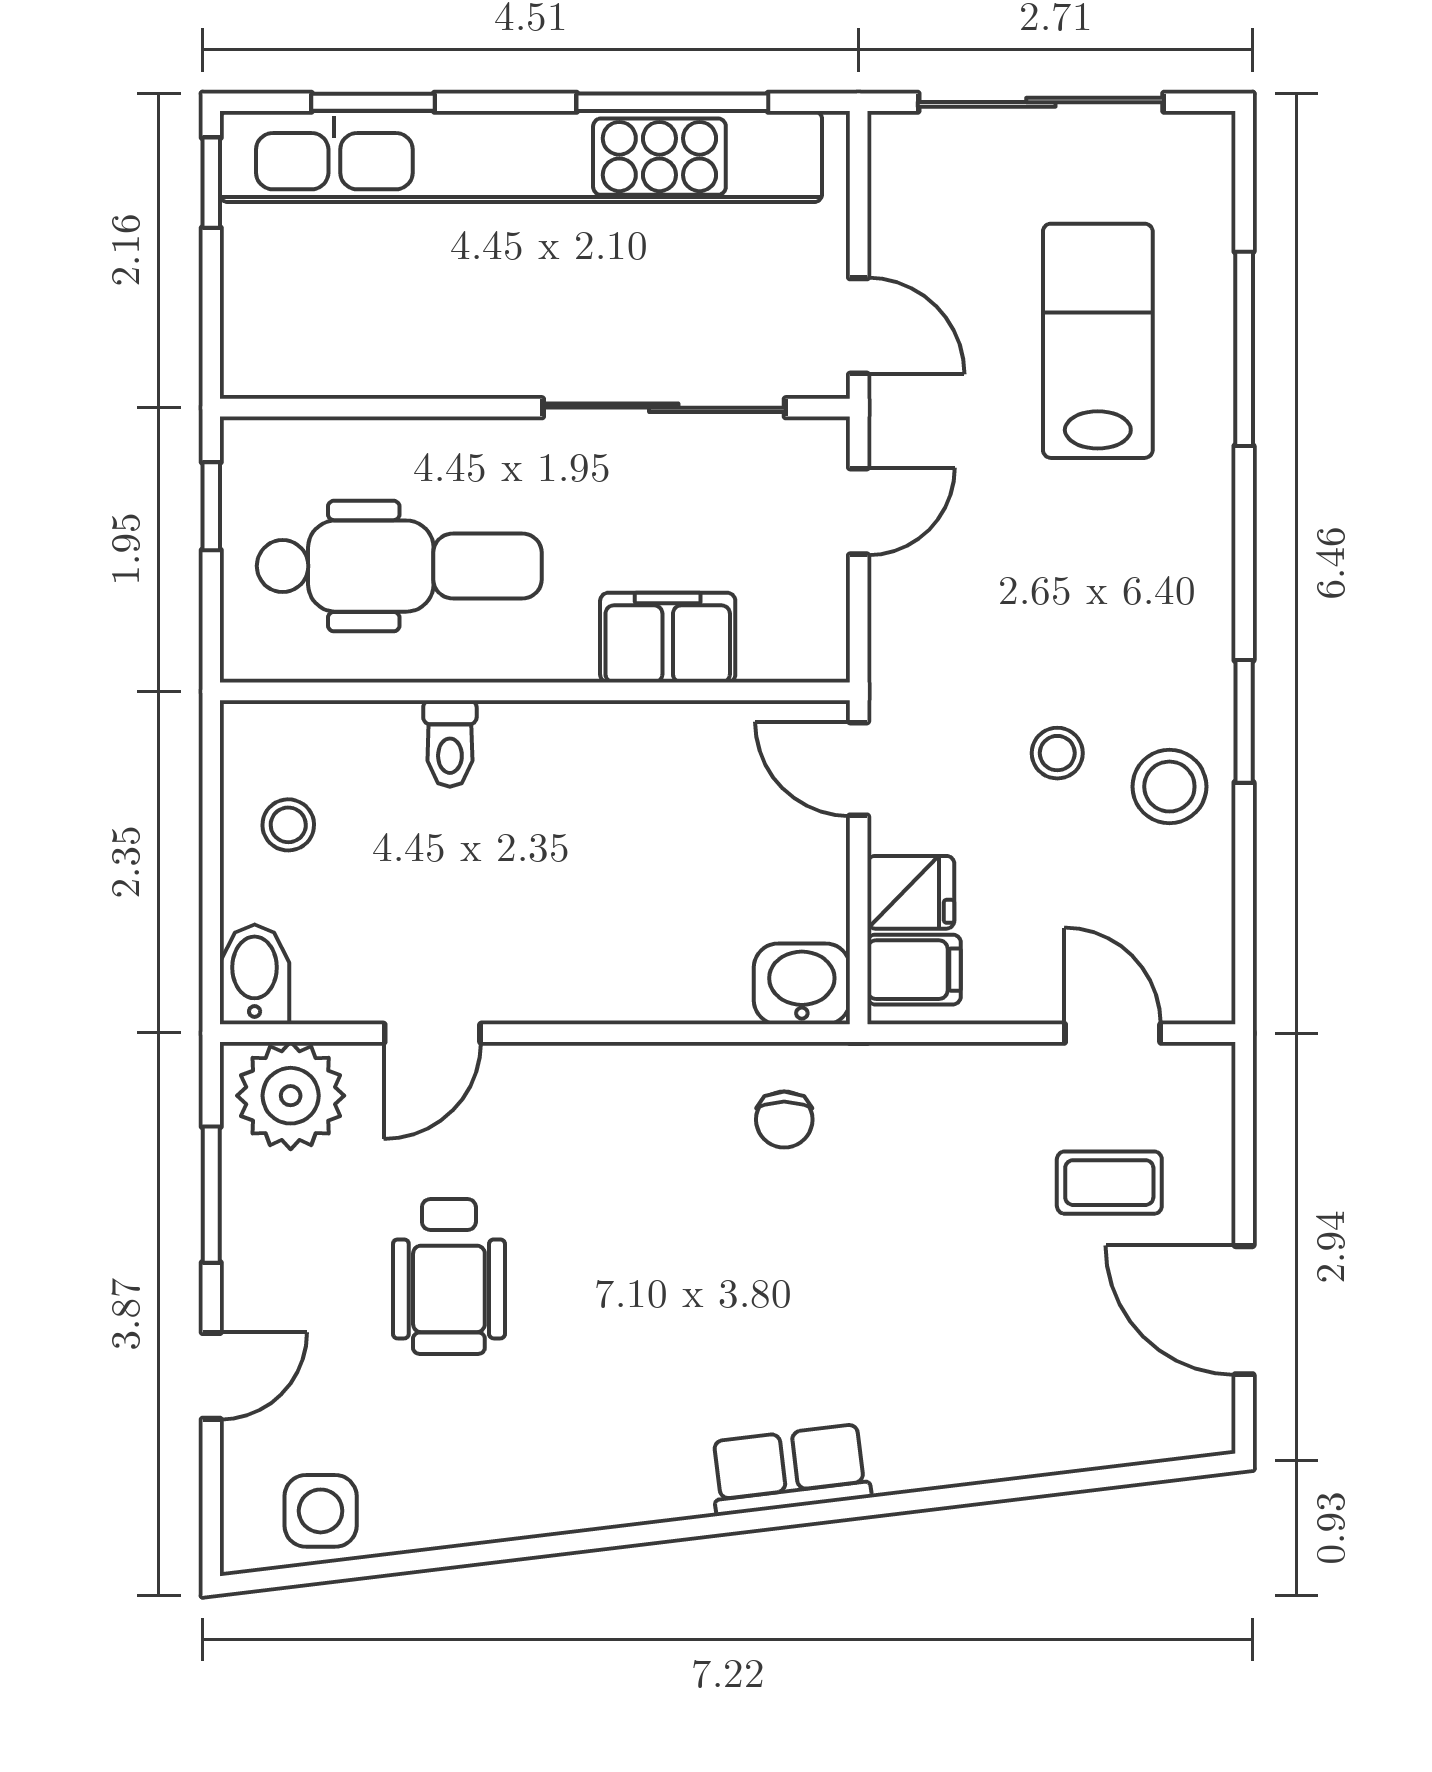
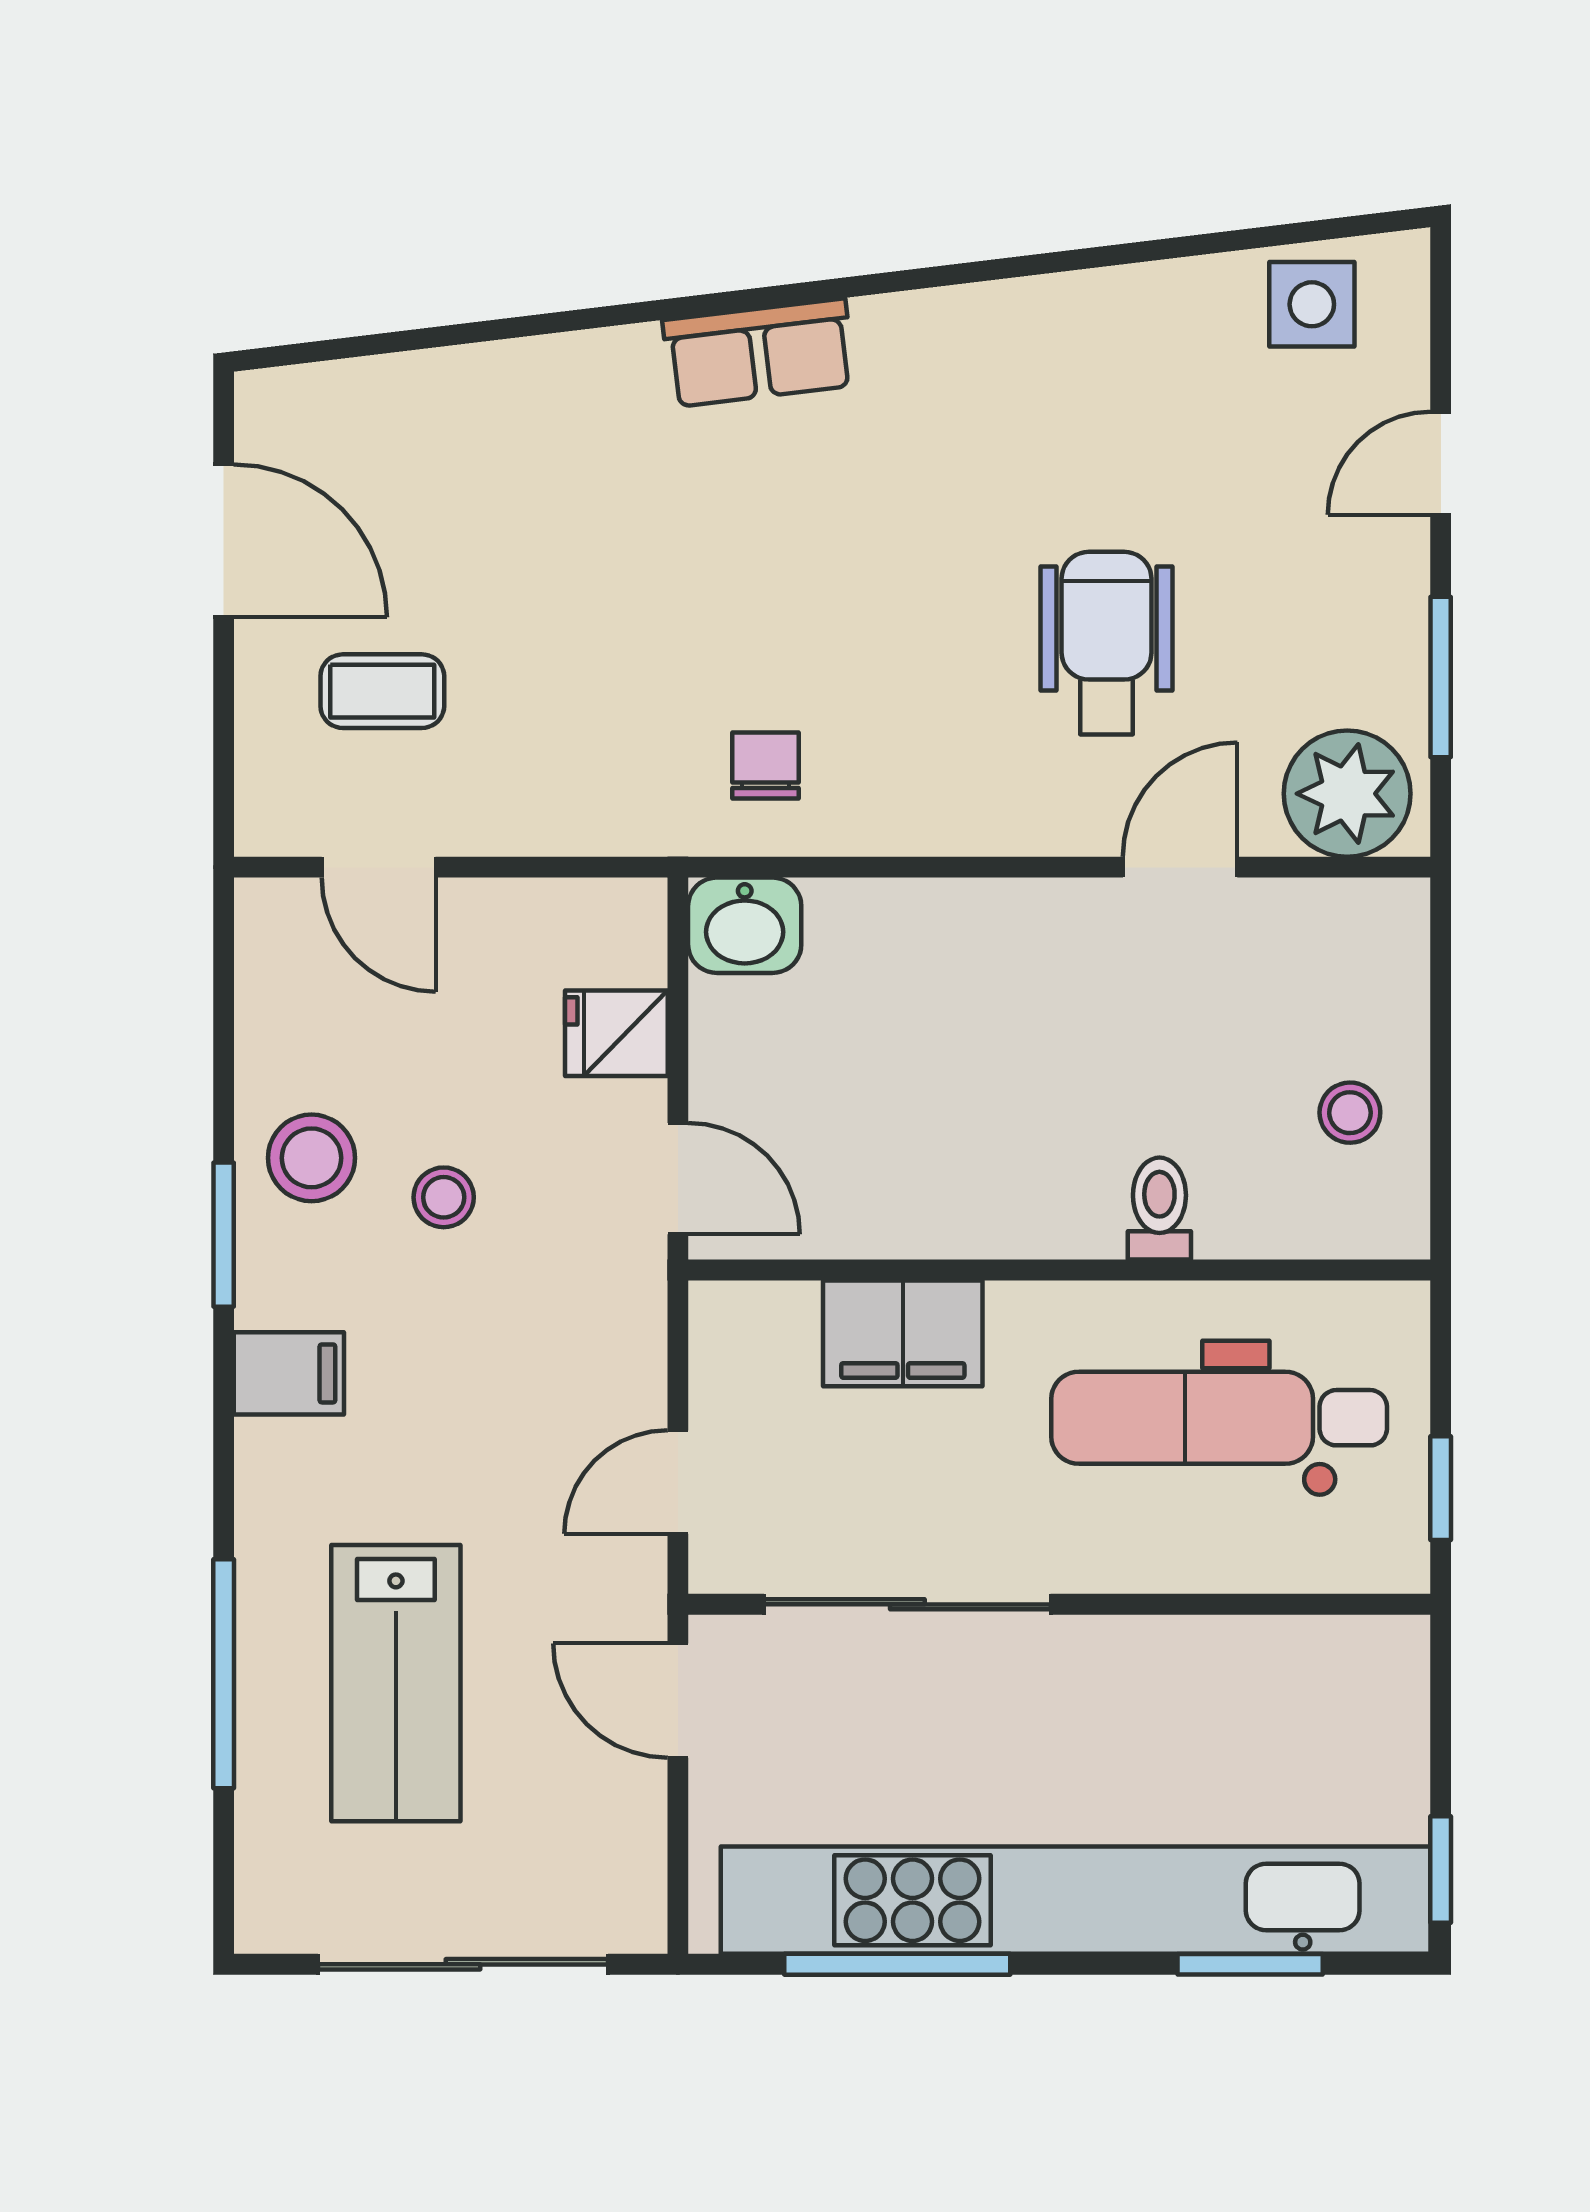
filing cabinet: (914, 970) -> (289, 1373), moved, turned 180
bidet: (255, 974) -> (1390, 936), removed
wheelchair: (449, 1277) -> (1107, 643), moved

